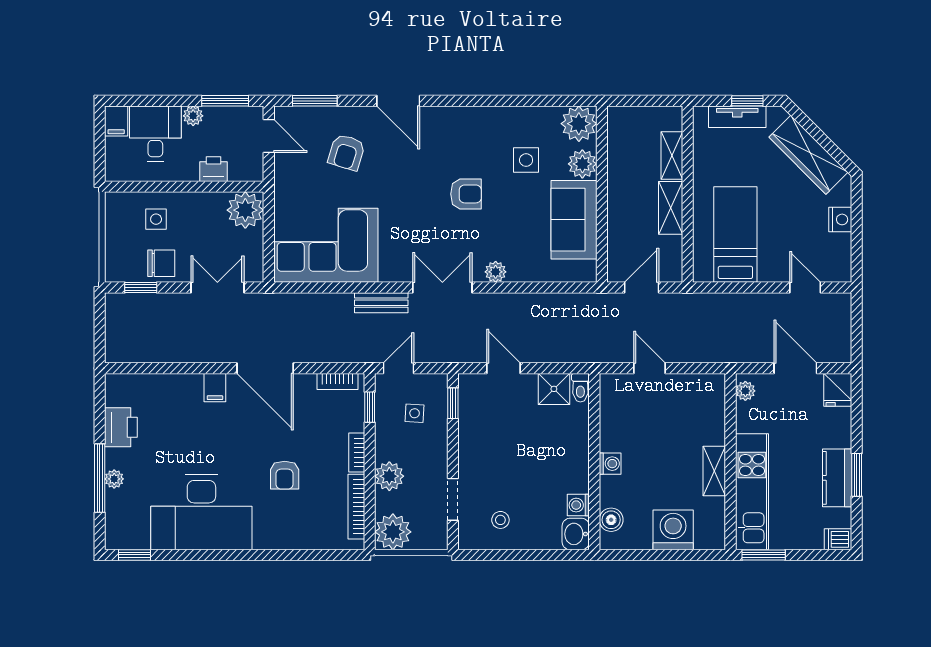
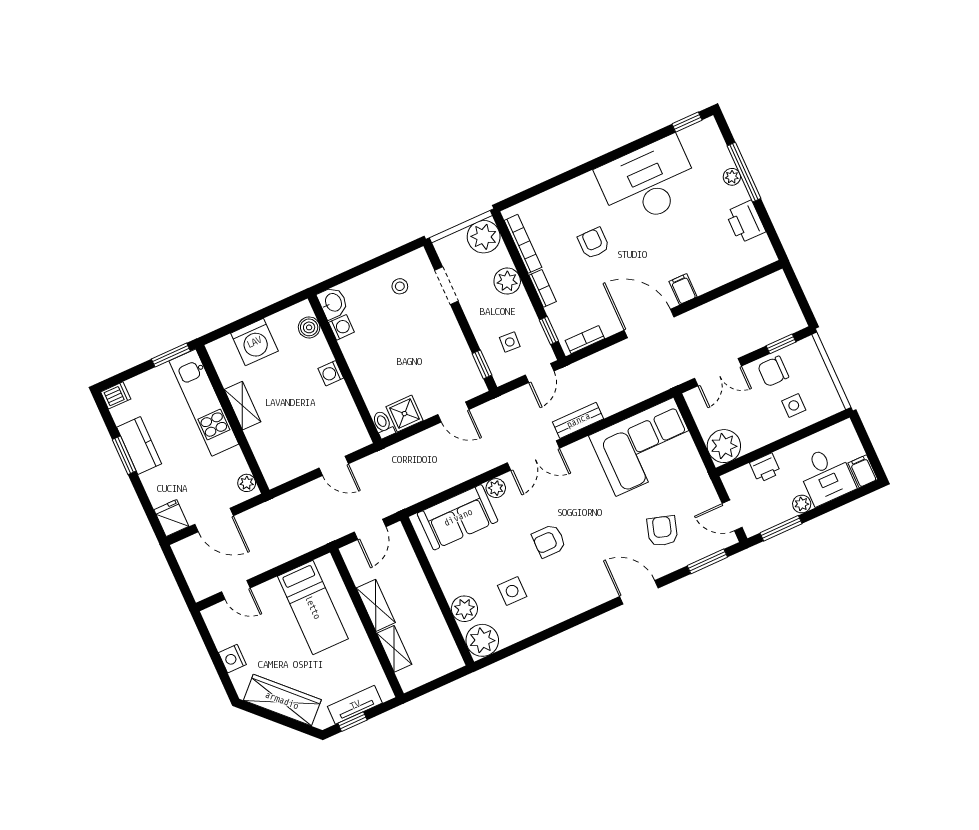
sofa: (574, 220) -> (458, 517), moved, turned 90

